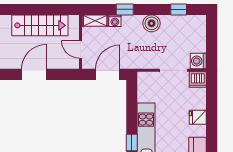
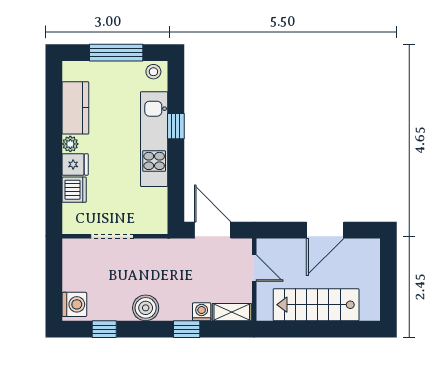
washing machine: (198, 61) -> (74, 304), moved
door: (108, 74) -> (213, 230), swing flipped
dishwasher: (198, 79) -> (74, 190), moved, turned 90
plant: (201, 131) -> (70, 144), added

